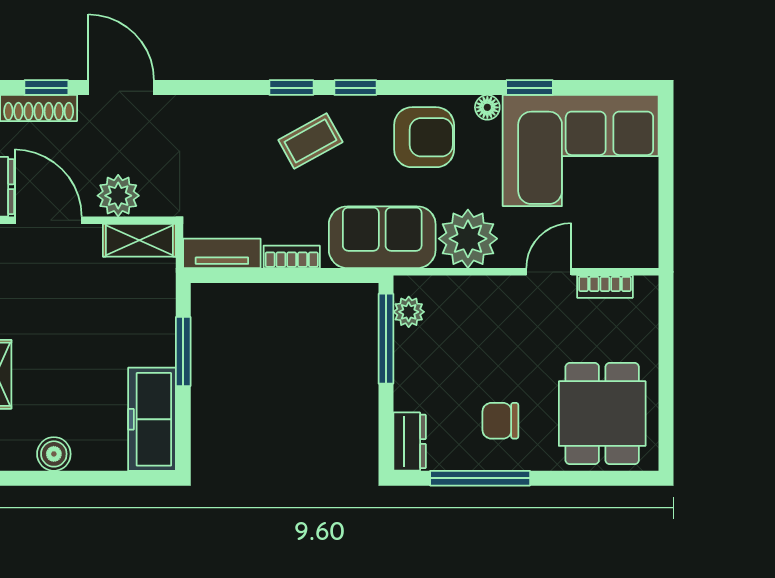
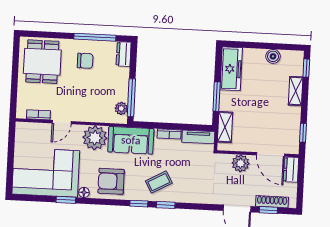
shelving: (139, 240) -> (225, 127), moved, turned 90

